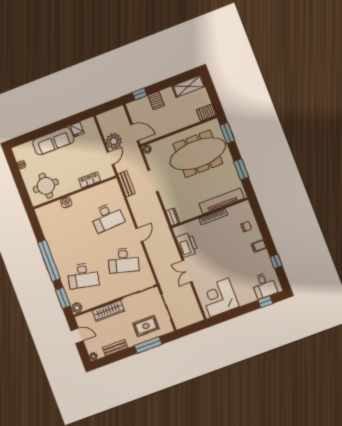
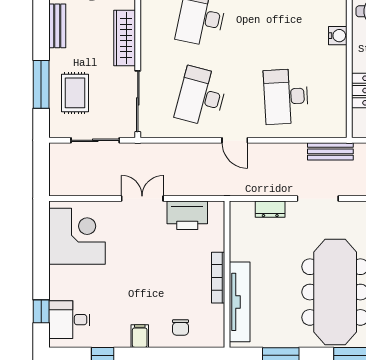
dresser: (173, 217) -> (270, 209), moved

